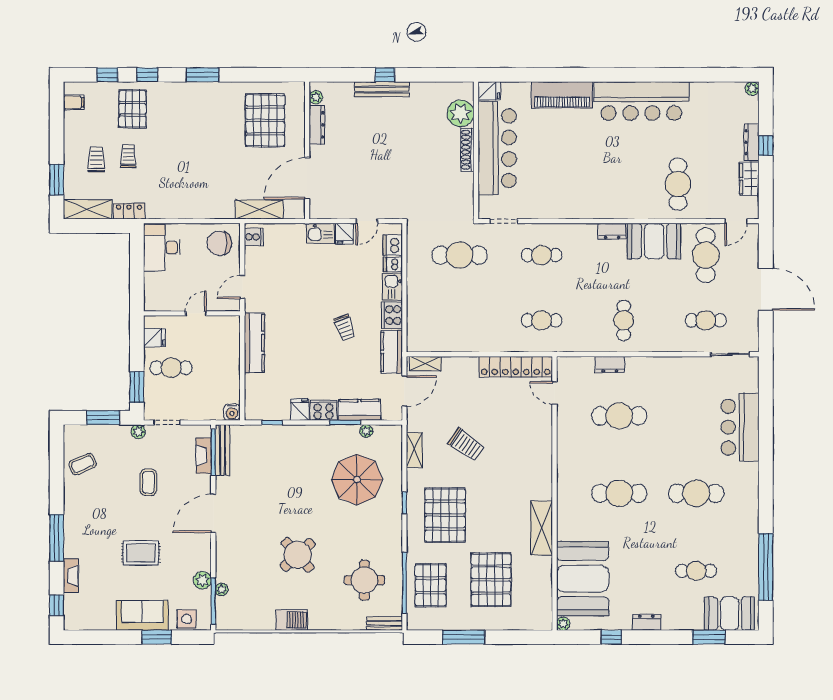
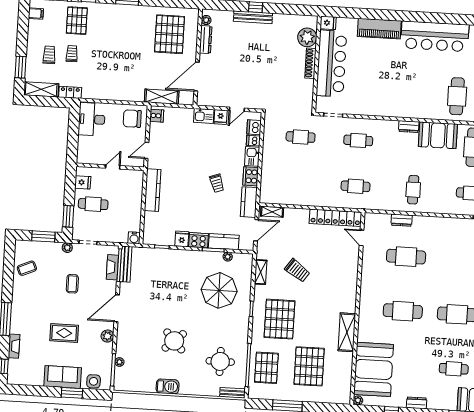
cafe table: (460, 255) -> (301, 137), width x0.73, depth x0.74
plant: (202, 580) -> (107, 336), moved

